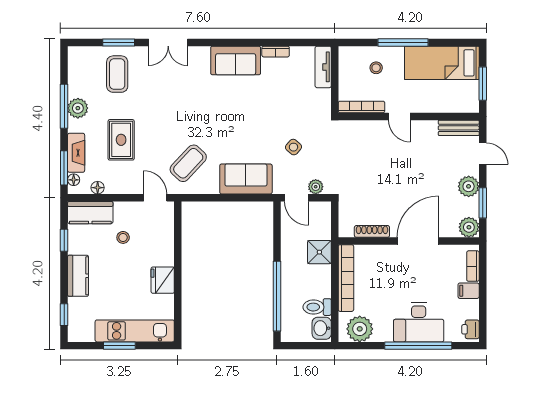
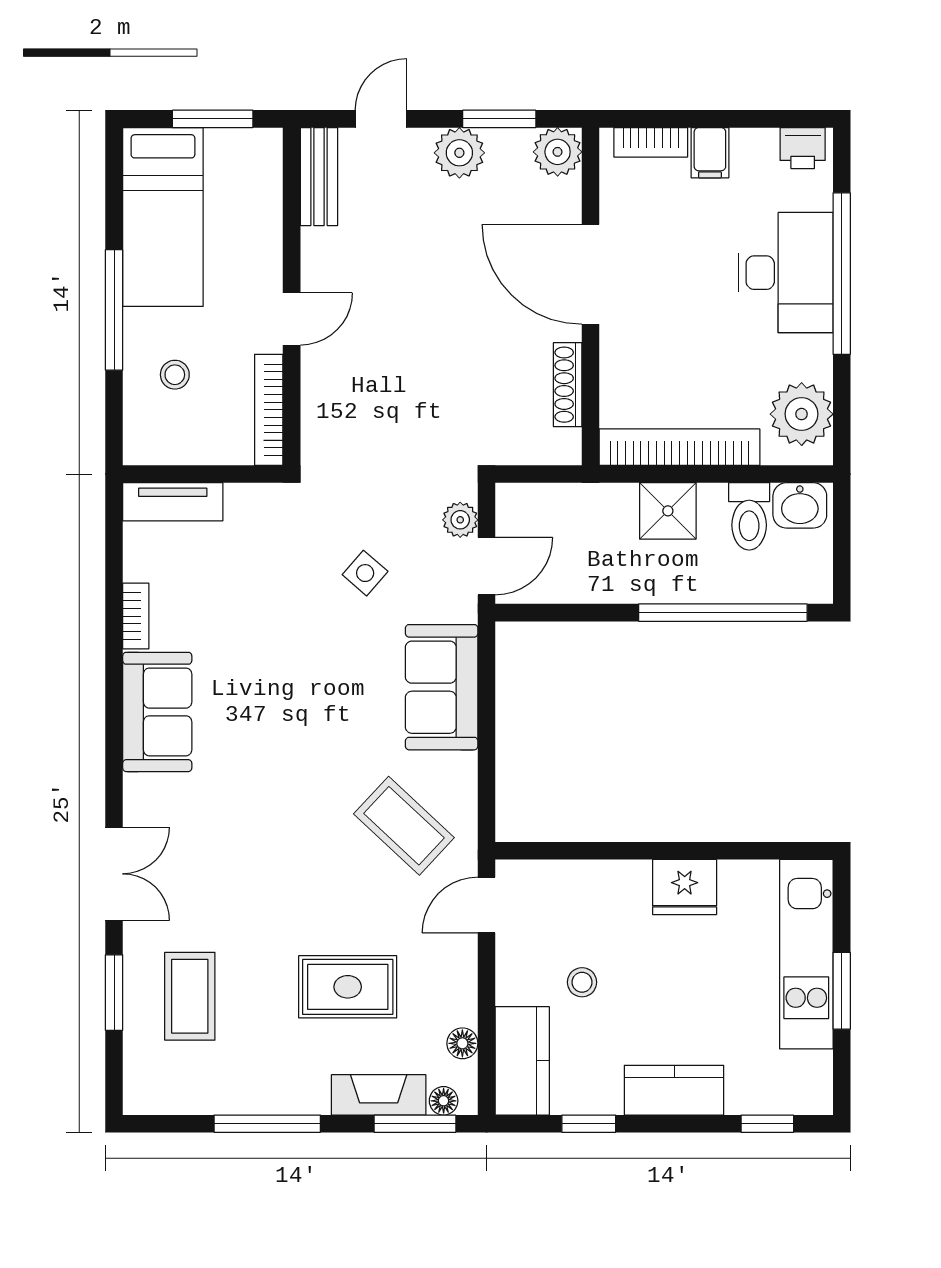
coffee table: (117, 74) -> (190, 996), turned 90
plant: (78, 108) -> (272, 1091), removed
shower: (319, 252) -> (668, 511), moved

